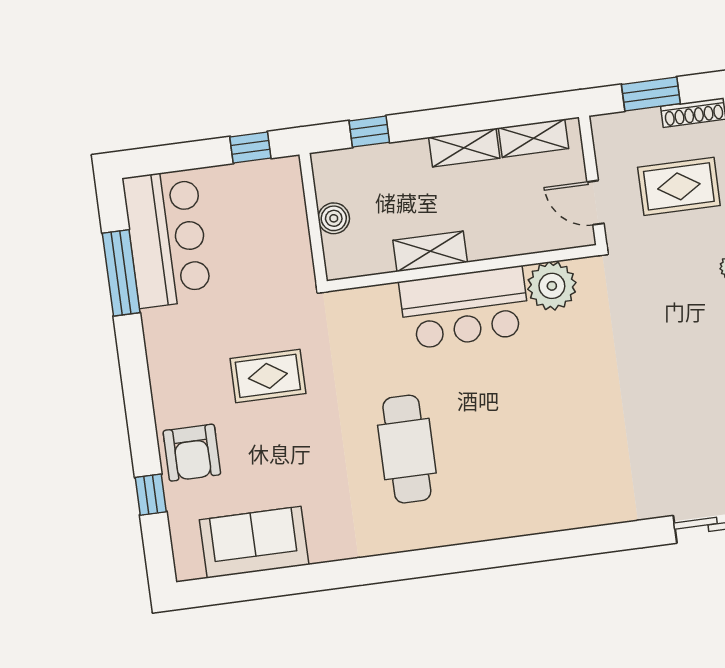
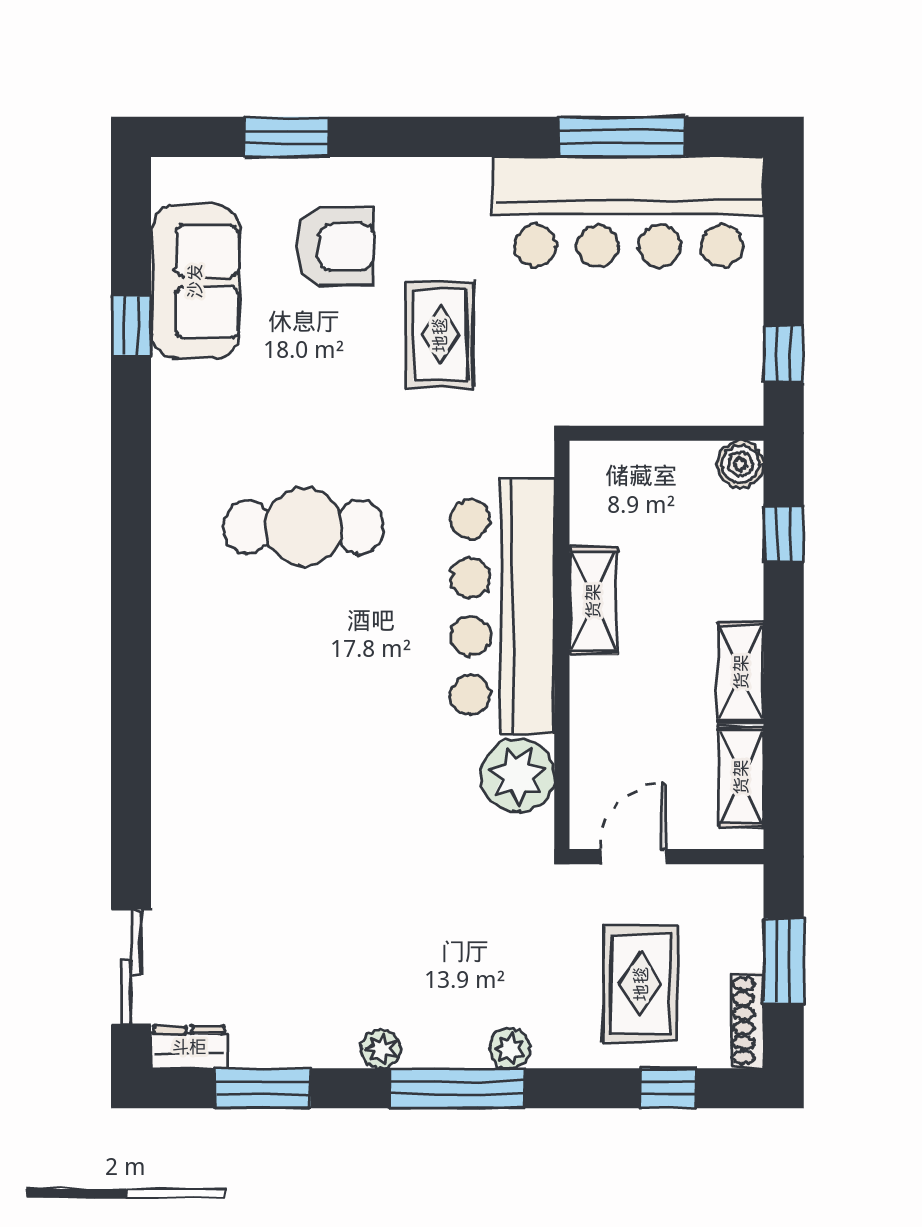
boiler: (334, 218) -> (740, 464), moved
bar counter: (167, 239) -> (629, 212), width x1.36
bar counter: (465, 308) -> (503, 607), width x1.36
armchair: (192, 453) -> (335, 247), moved, turned 180
window: (151, 495) -> (287, 137), width x1.50
window: (289, 581) -> (131, 325), added

